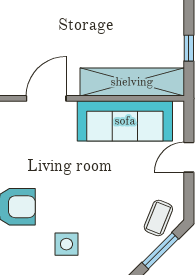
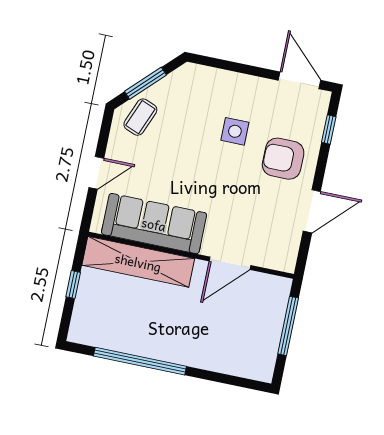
side table: (66, 244) -> (235, 131), moved

